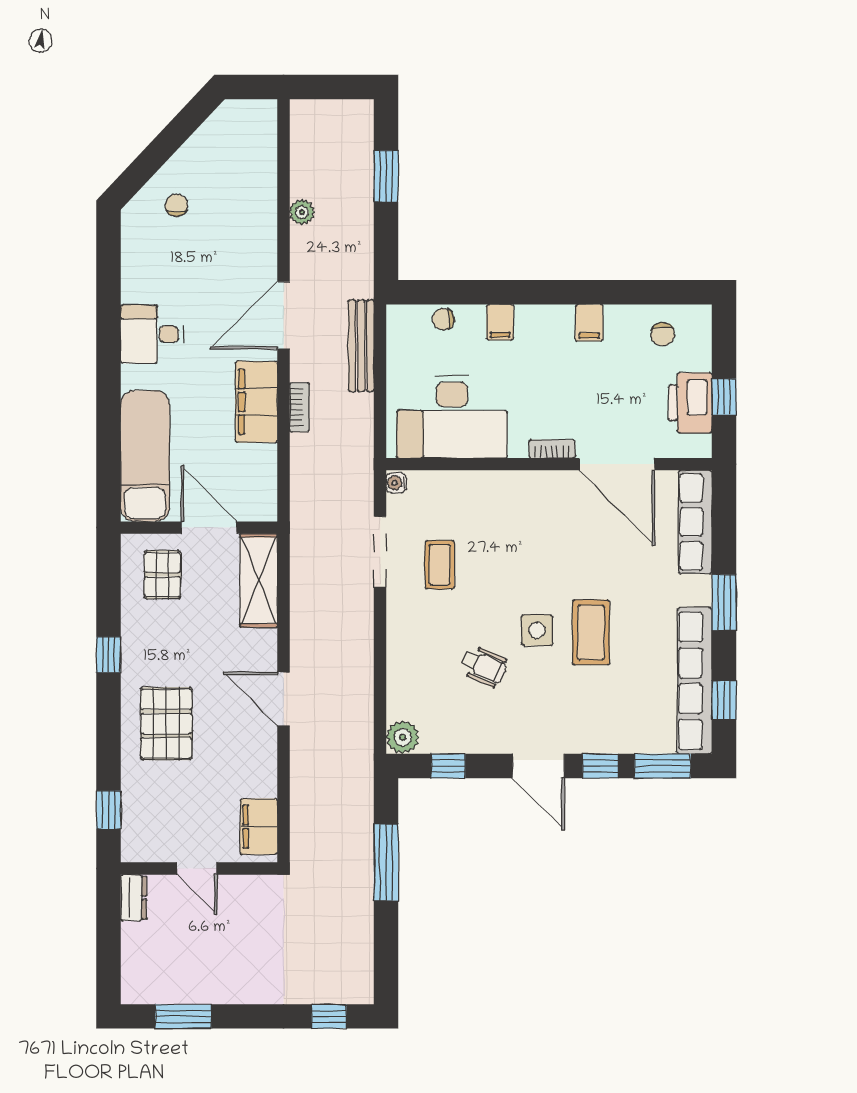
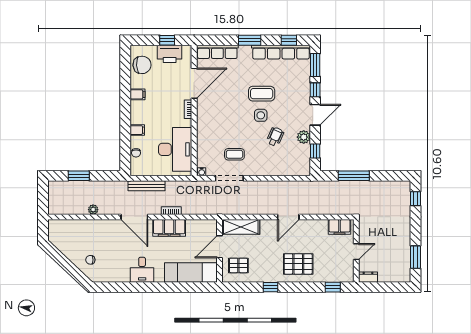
chair: (663, 334) -> (142, 65), width x1.87, depth x1.87
plant: (403, 737) -> (304, 137), moved

